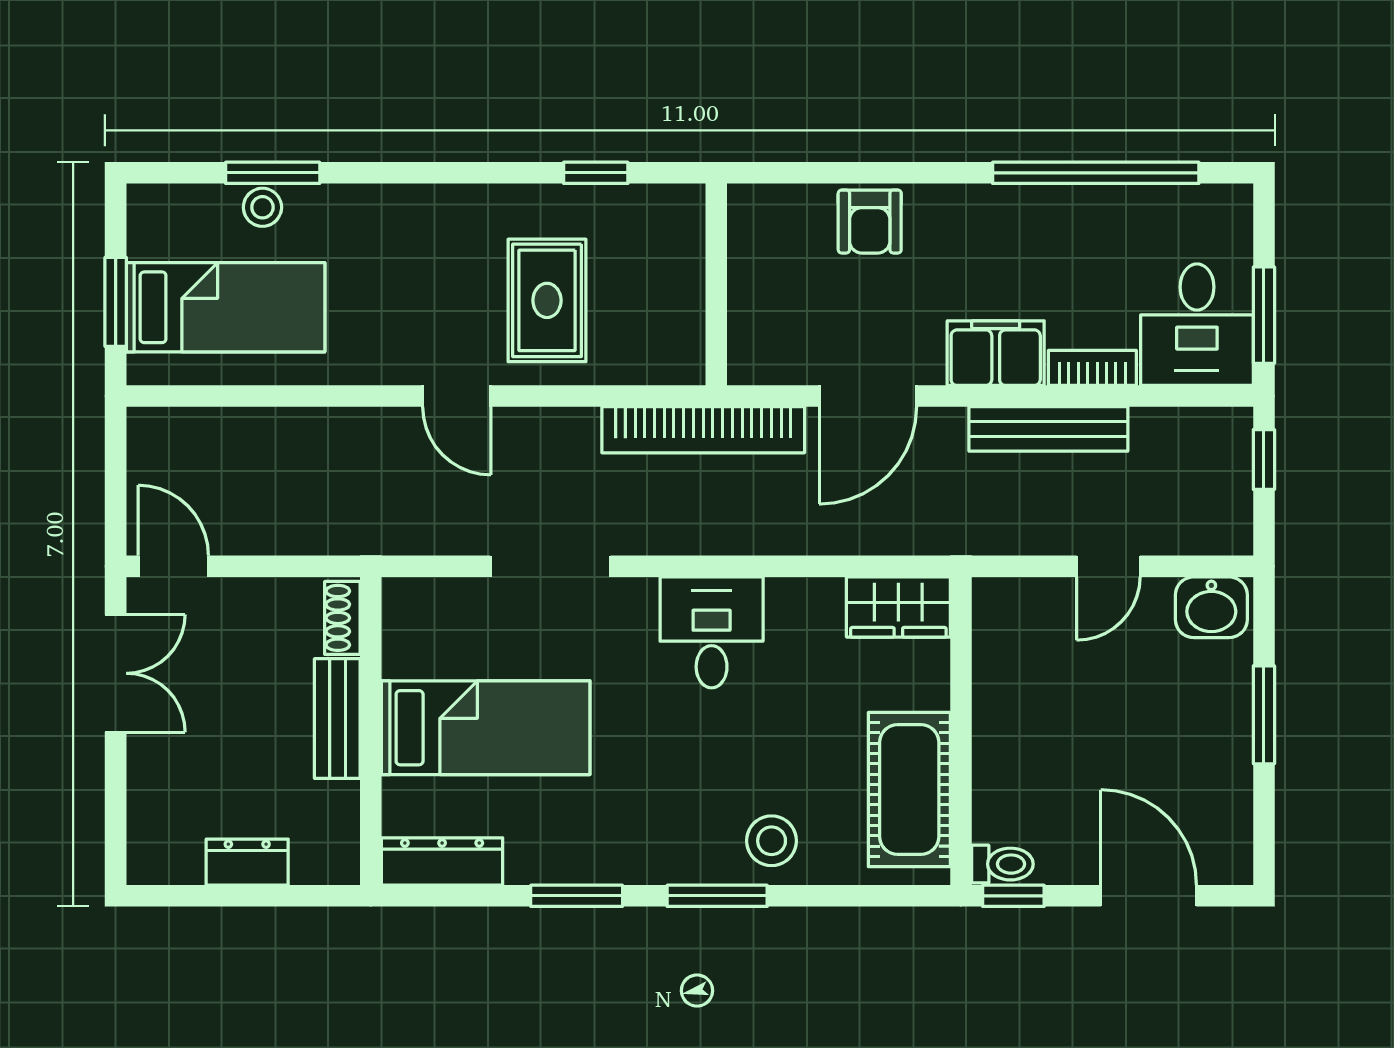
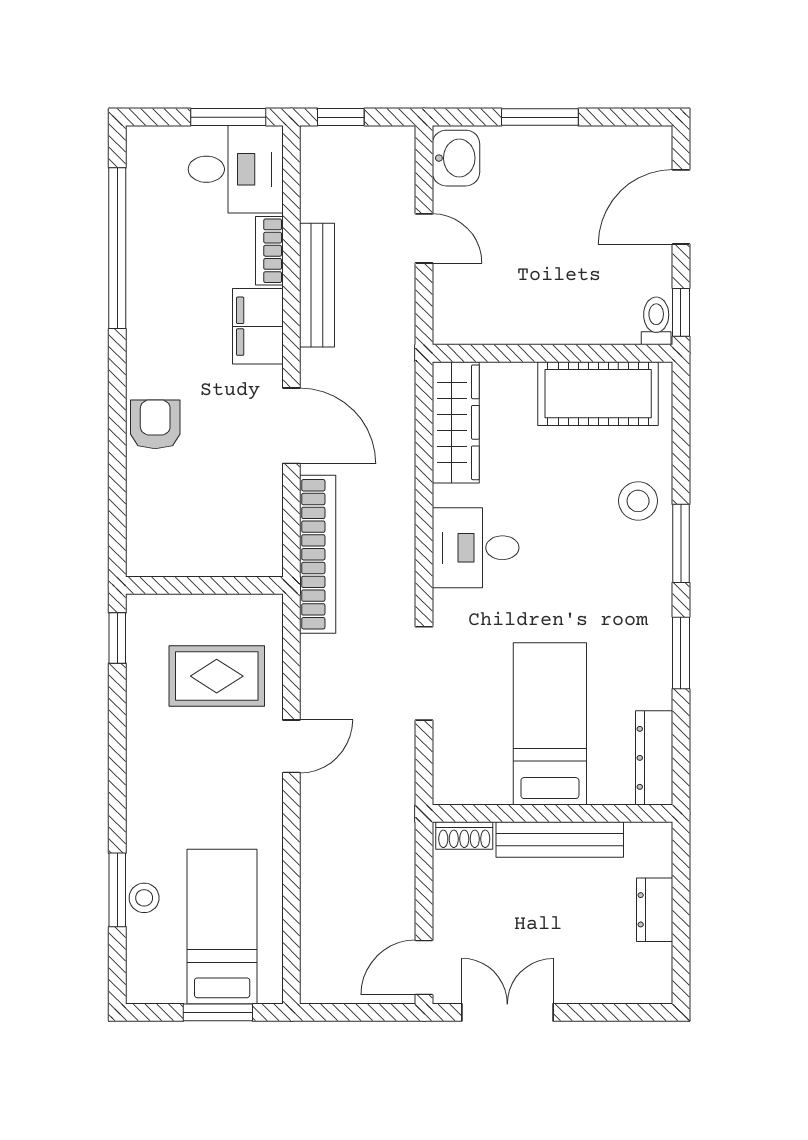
armchair: (870, 222) -> (155, 424), turned -90
wall: (716, 284) -> (204, 585), moved
wardrobe: (898, 607) -> (456, 422), width x1.50
bench: (337, 719) -> (560, 840), width x1.36

